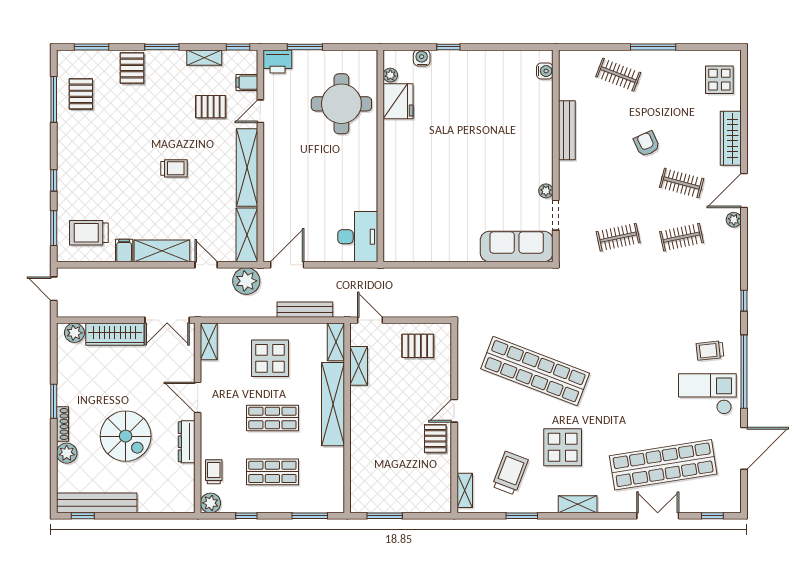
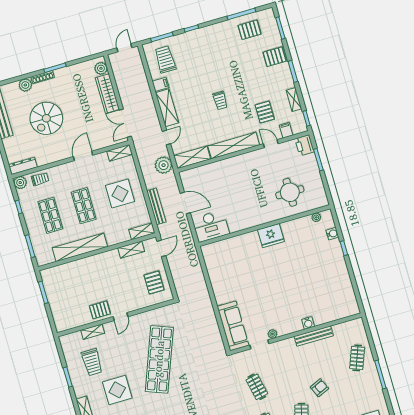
water cooler: (545, 71) -> (308, 323), moved
fridge: (398, 101) -> (271, 236), moved
round table: (341, 104) -> (290, 192), width x0.73, depth x0.73
door: (287, 265) -> (185, 203), moved
shelving: (333, 404) -> (80, 247), moved
door: (454, 411) -> (121, 317), swing flipped
dresser: (187, 442) -> (23, 166), moved
trolley: (510, 473) -> (92, 362), turned 69
shelving: (465, 490) -> (93, 332), moved

